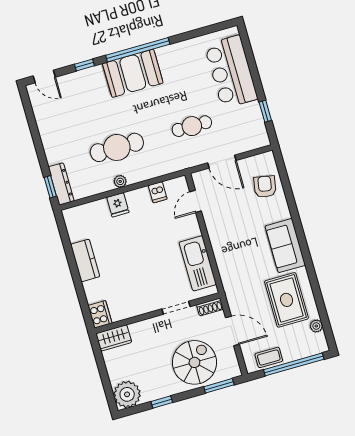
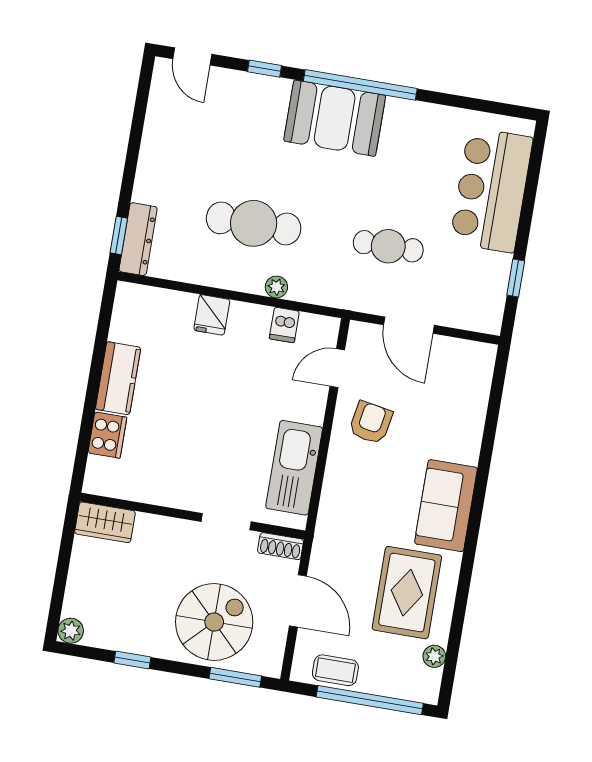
plant: (120, 181) -> (276, 287), moved
armchair: (265, 187) -> (371, 423), moved
cooker: (100, 314) -> (107, 435), moved
plant: (127, 394) -> (71, 631), width x0.53, depth x0.53

